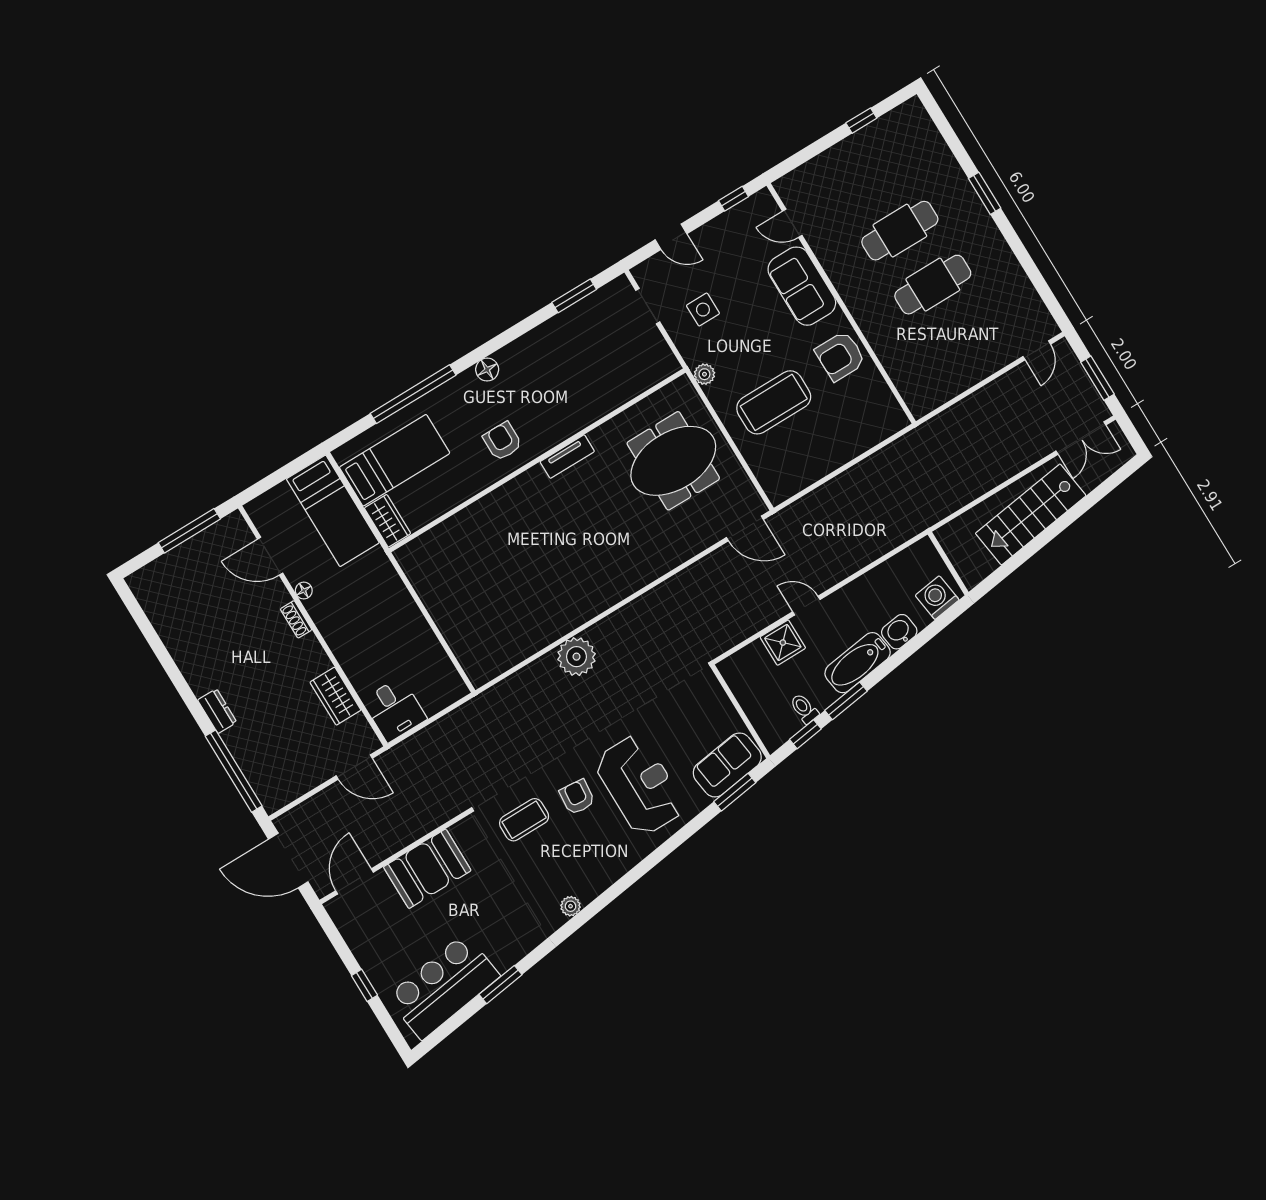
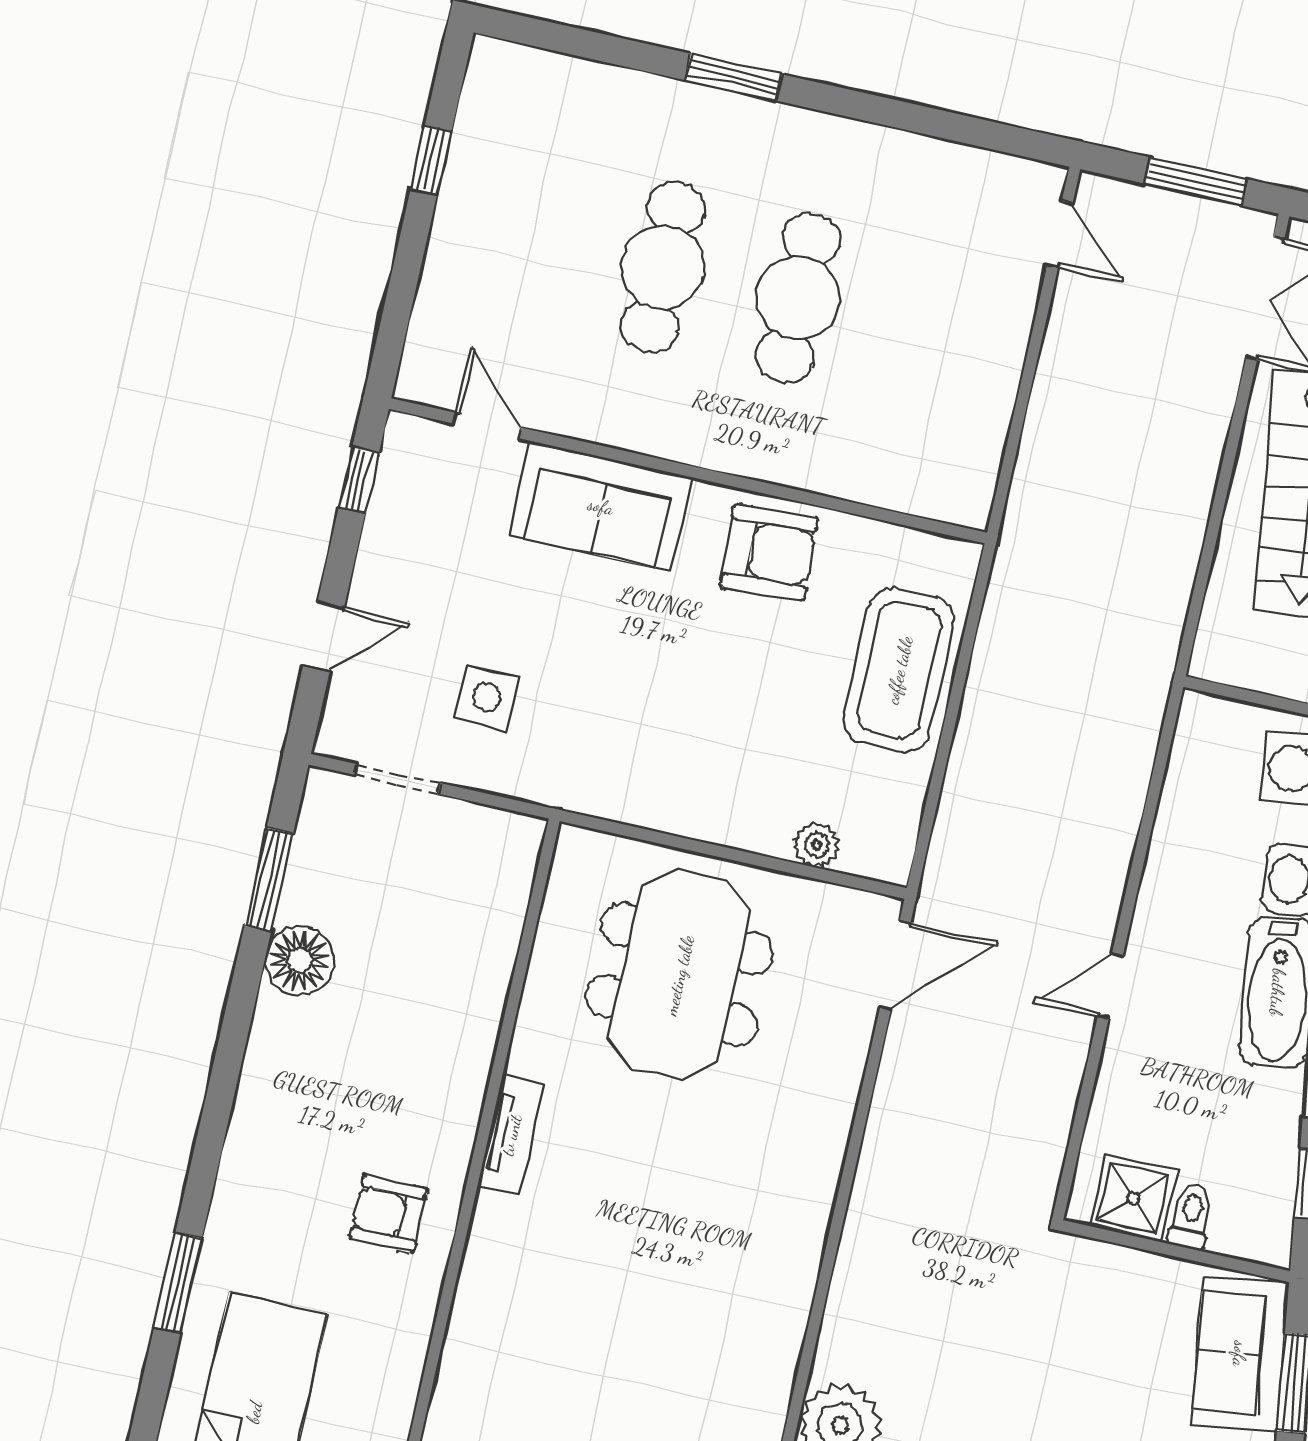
door: (792, 223) -> (487, 426), swing flipped
armchair: (840, 356) -> (769, 552), turned -93
floor lamp: (487, 370) -> (300, 961), moved, width x1.38, depth x1.38
plant: (704, 374) -> (817, 845), moved
window: (413, 394) -> (178, 1283), width x0.47
coffee table: (774, 402) -> (899, 670), moved
shower: (783, 643) -> (1133, 1198), moved
toilet: (804, 709) -> (1191, 1217), moved, turned 98

